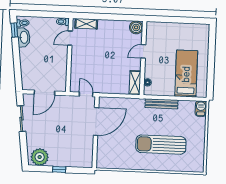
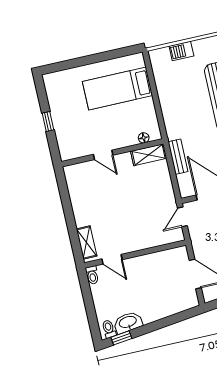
window: (176, 20) -> (48, 121), added
boiler: (136, 27) -> (73, 173), removed
bench: (161, 104) -> (178, 157), moved, width x0.73
barbecue: (201, 109) -> (181, 51), moved

